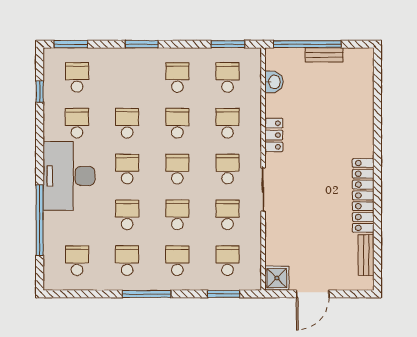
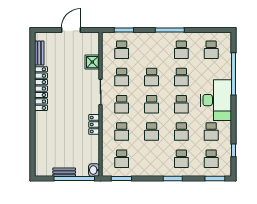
school desk: (177, 77) -> (181, 159), moved
washbasin: (274, 82) -> (94, 170), moved
school desk: (177, 261) -> (152, 50), removed
shower: (277, 278) -> (92, 62), moved

